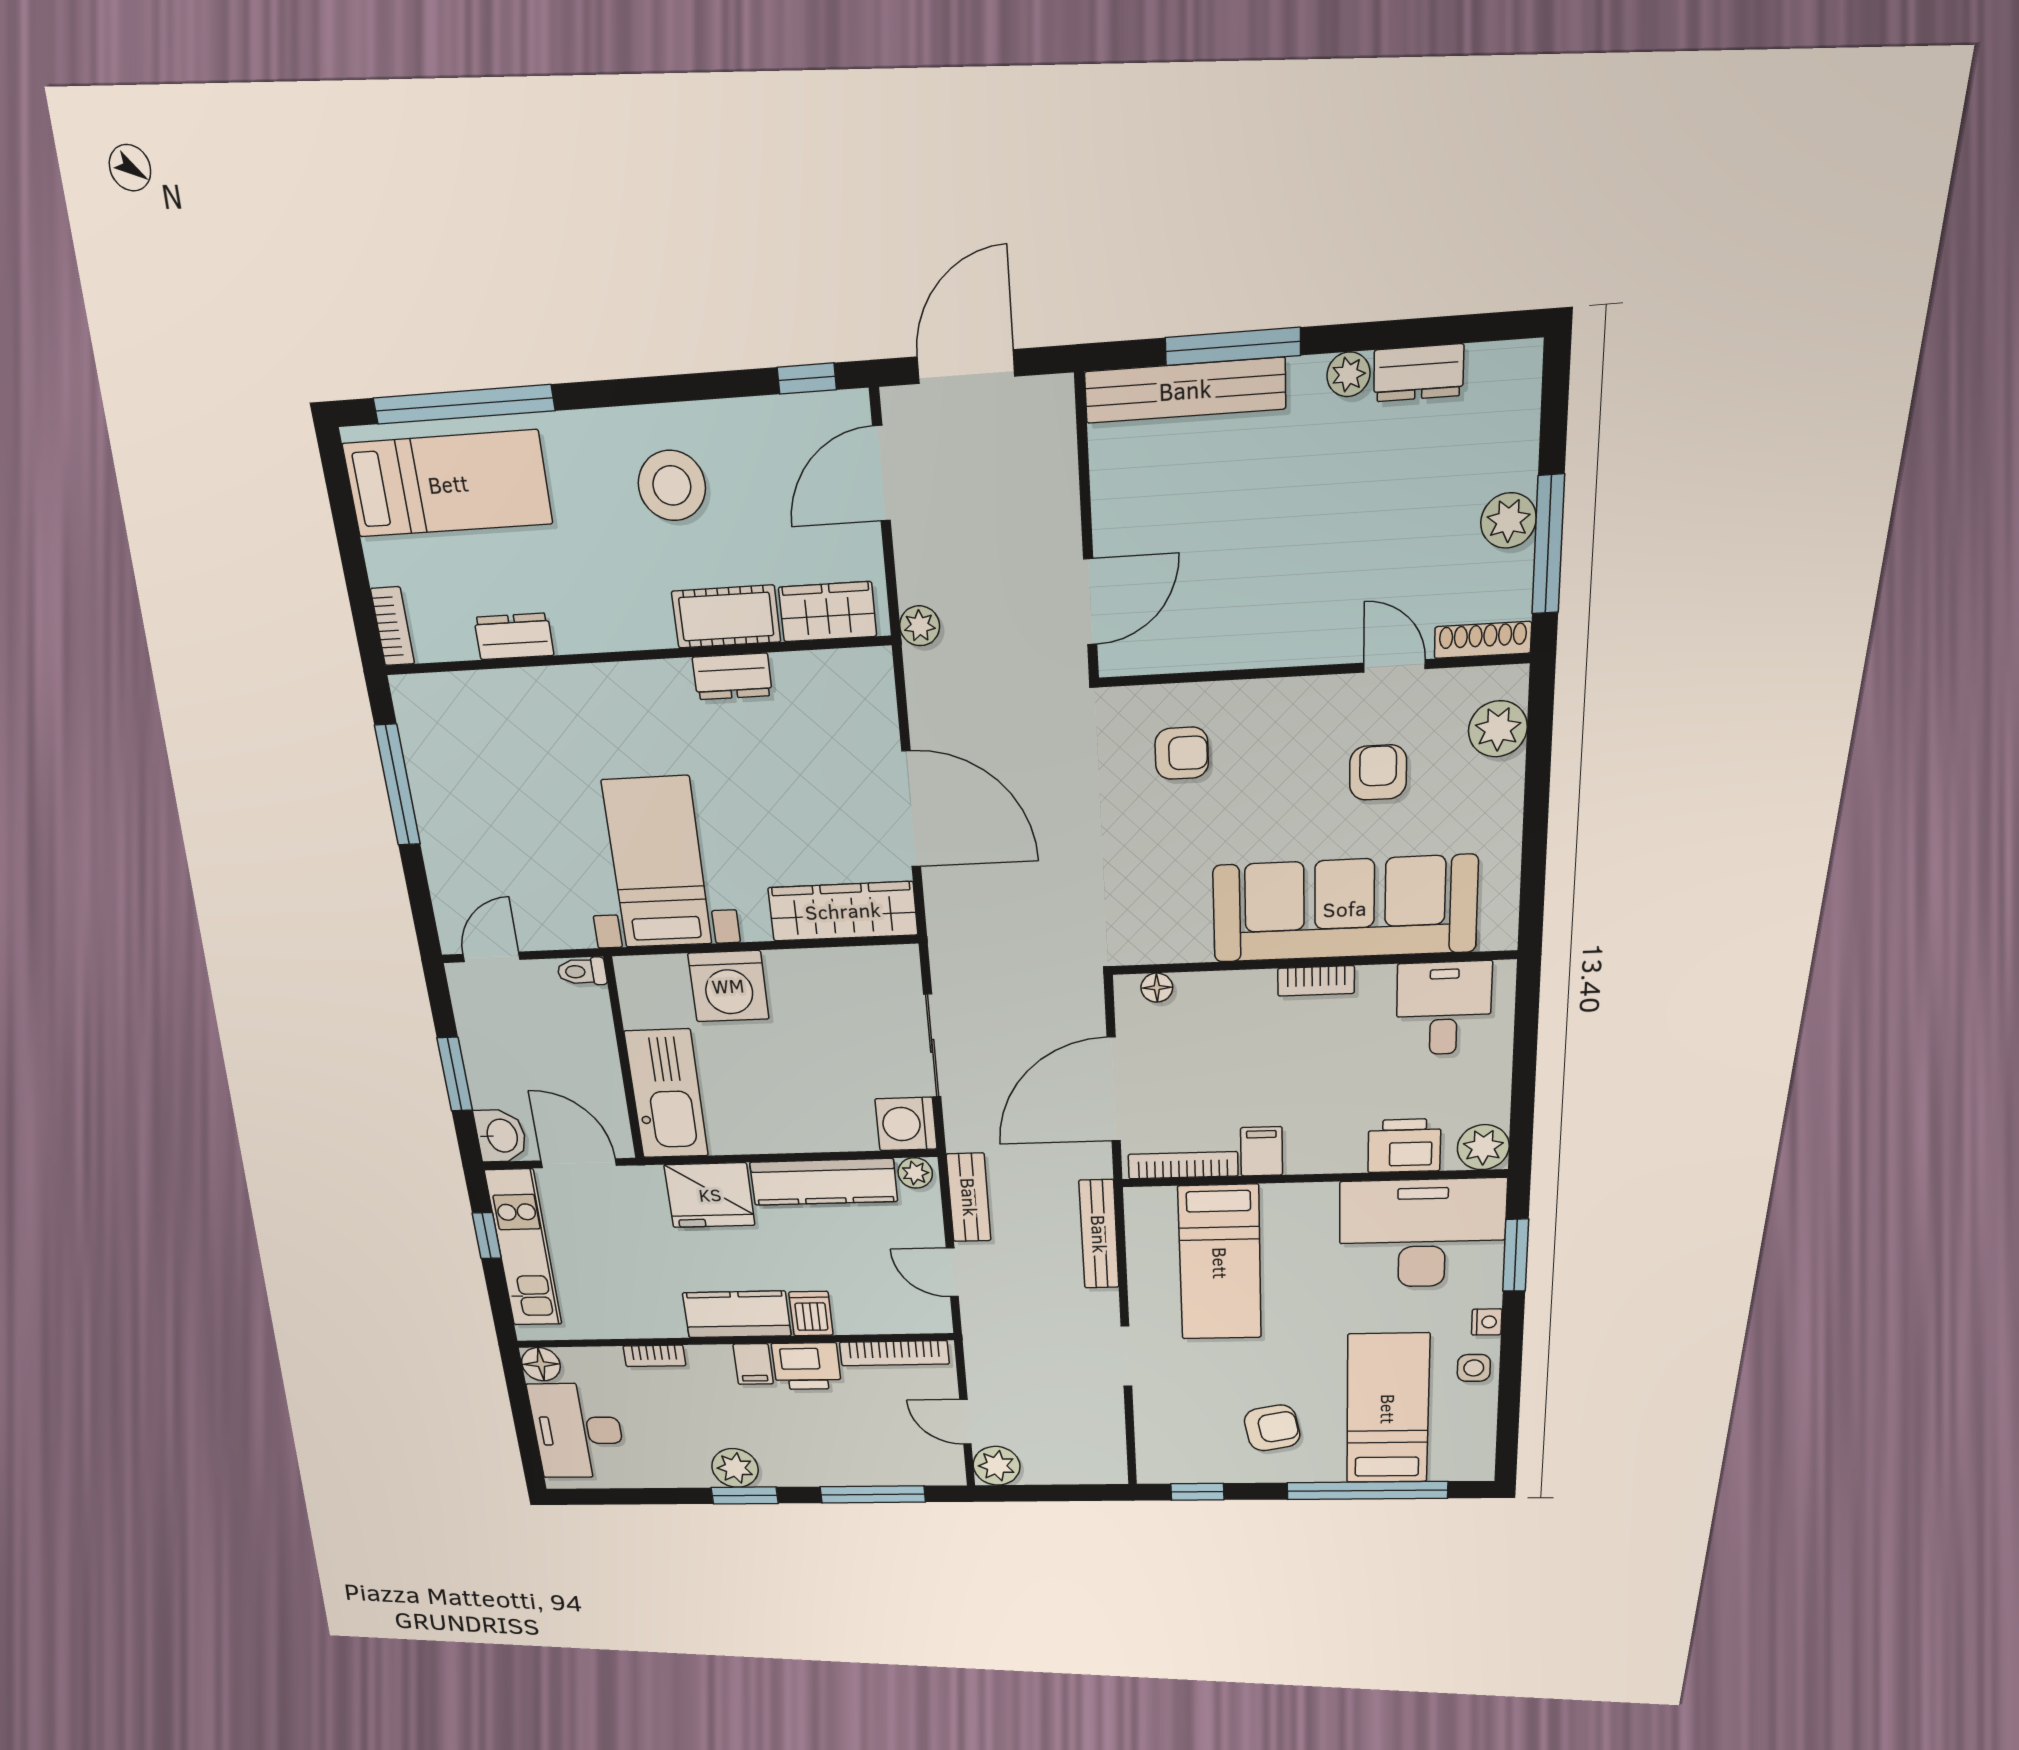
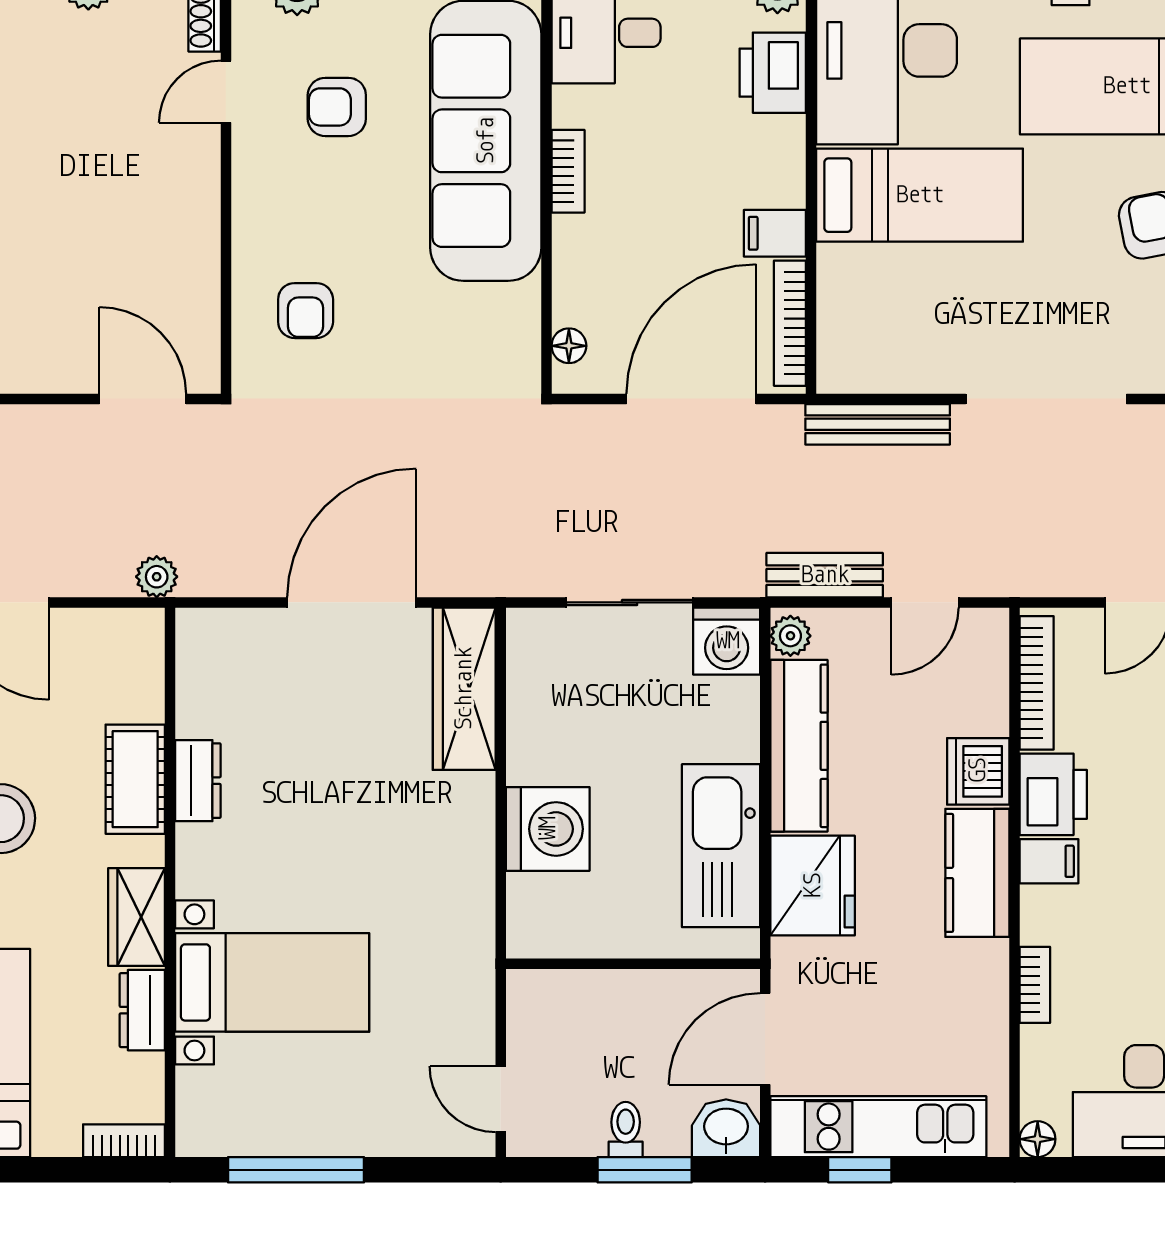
wardrobe: (828, 612) -> (137, 917), moved
armchair: (1182, 753) -> (306, 311), turned 180
bed with nightstands: (657, 863) -> (272, 982), moved, turned 180
toilet: (582, 971) -> (626, 1129), moved, turned 180
door: (1114, 1090) -> (691, 399), swing flipped
kitchen sink: (666, 1094) -> (721, 846), moved, turned -90
bed: (1220, 1263) -> (920, 195), moved
dishwasher: (811, 1314) -> (978, 771), width x1.38
doorway: (1126, 1356) -> (1046, 399), width x1.87
floor lamp: (541, 1364) -> (1038, 1139), width x0.73, depth x0.73

